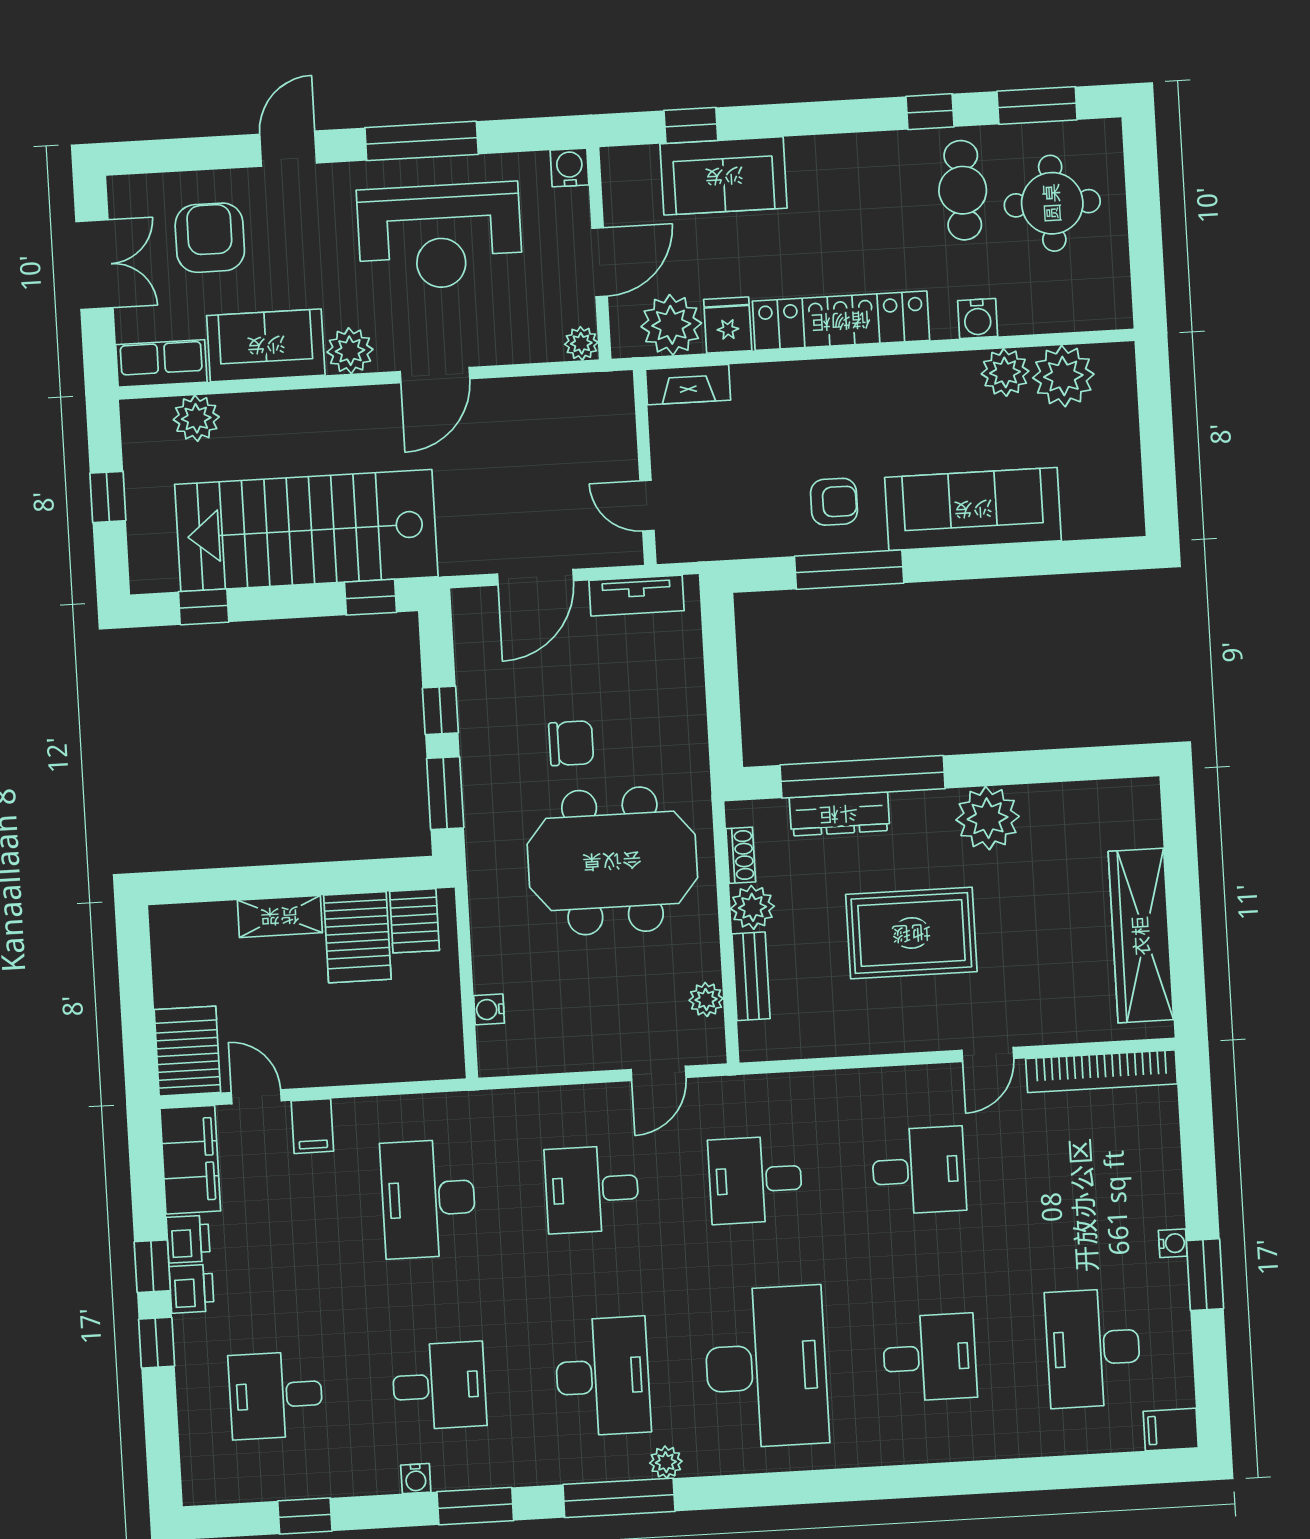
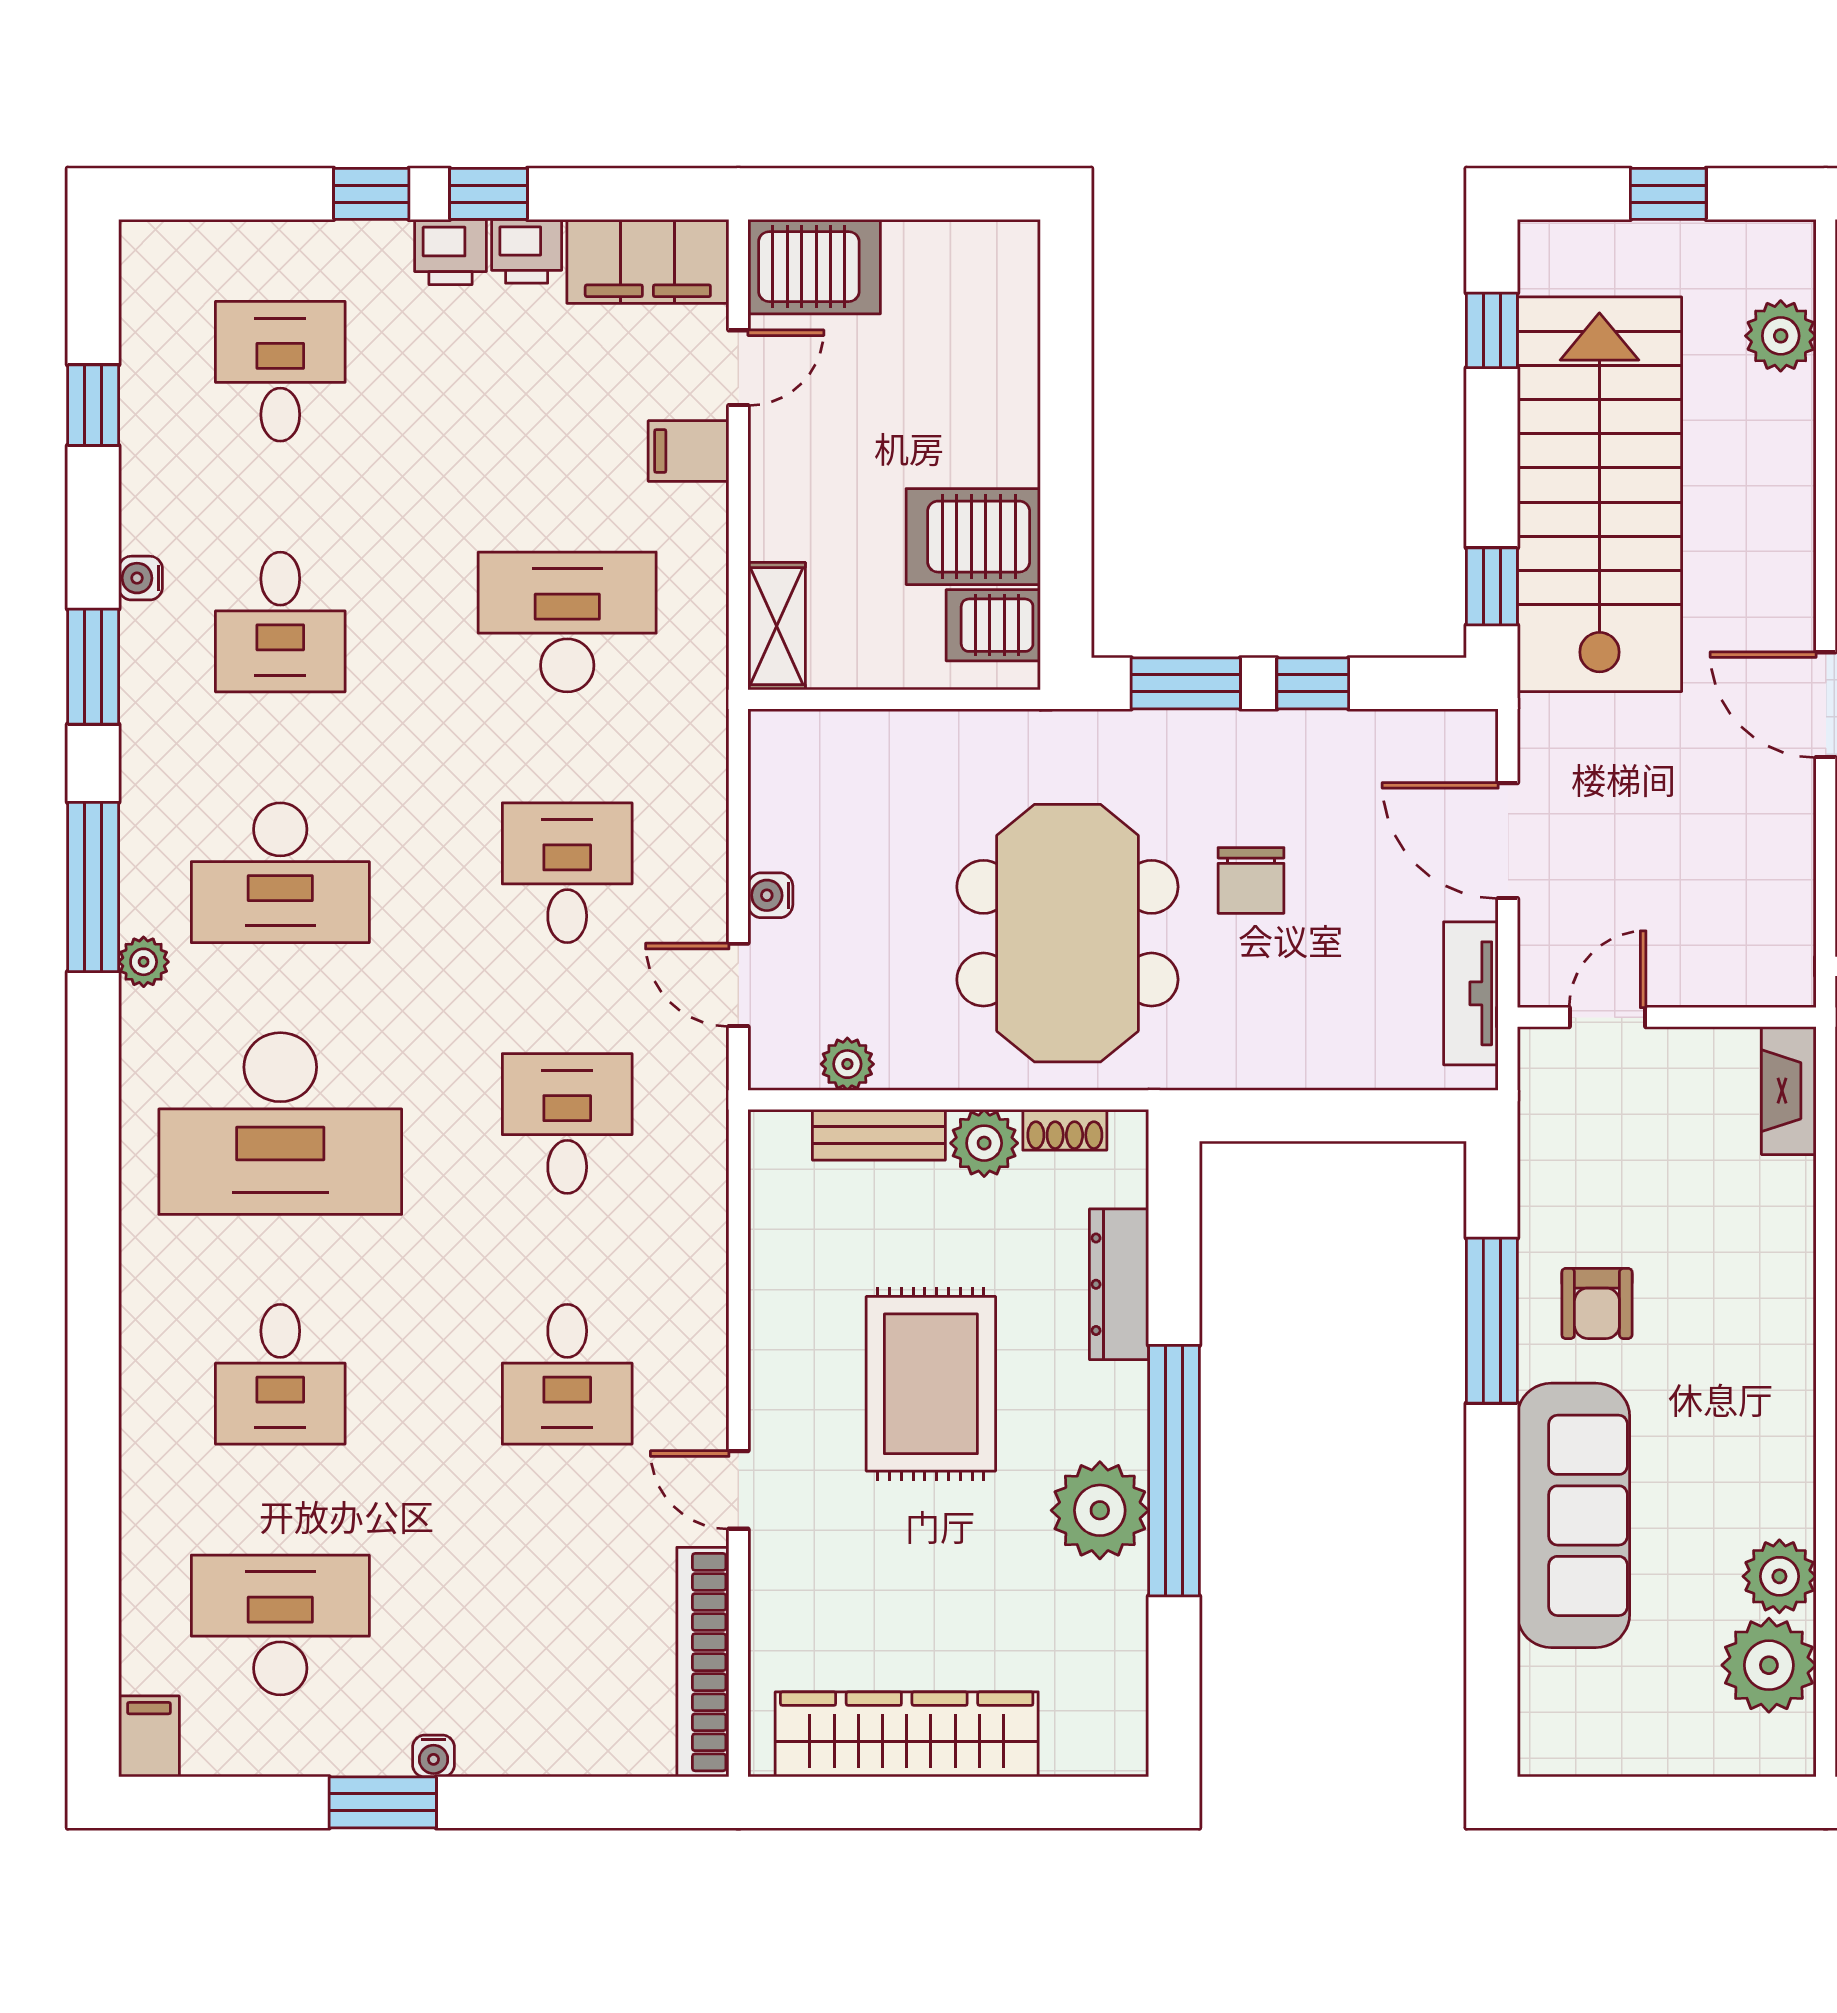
window: (863, 777) -> (1174, 1471), moved
shelving: (280, 916) -> (777, 626), moved
water cooler: (489, 1009) -> (770, 895), moved, turned -90

